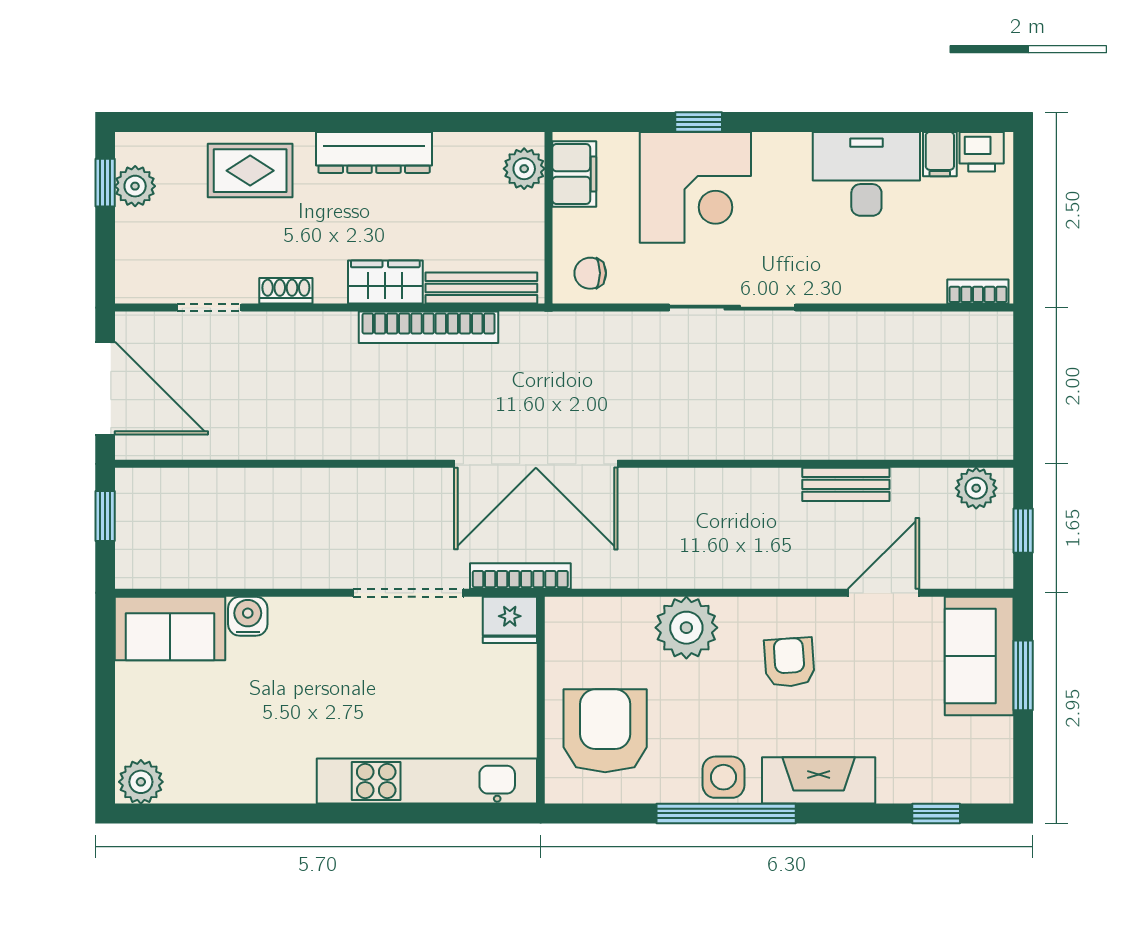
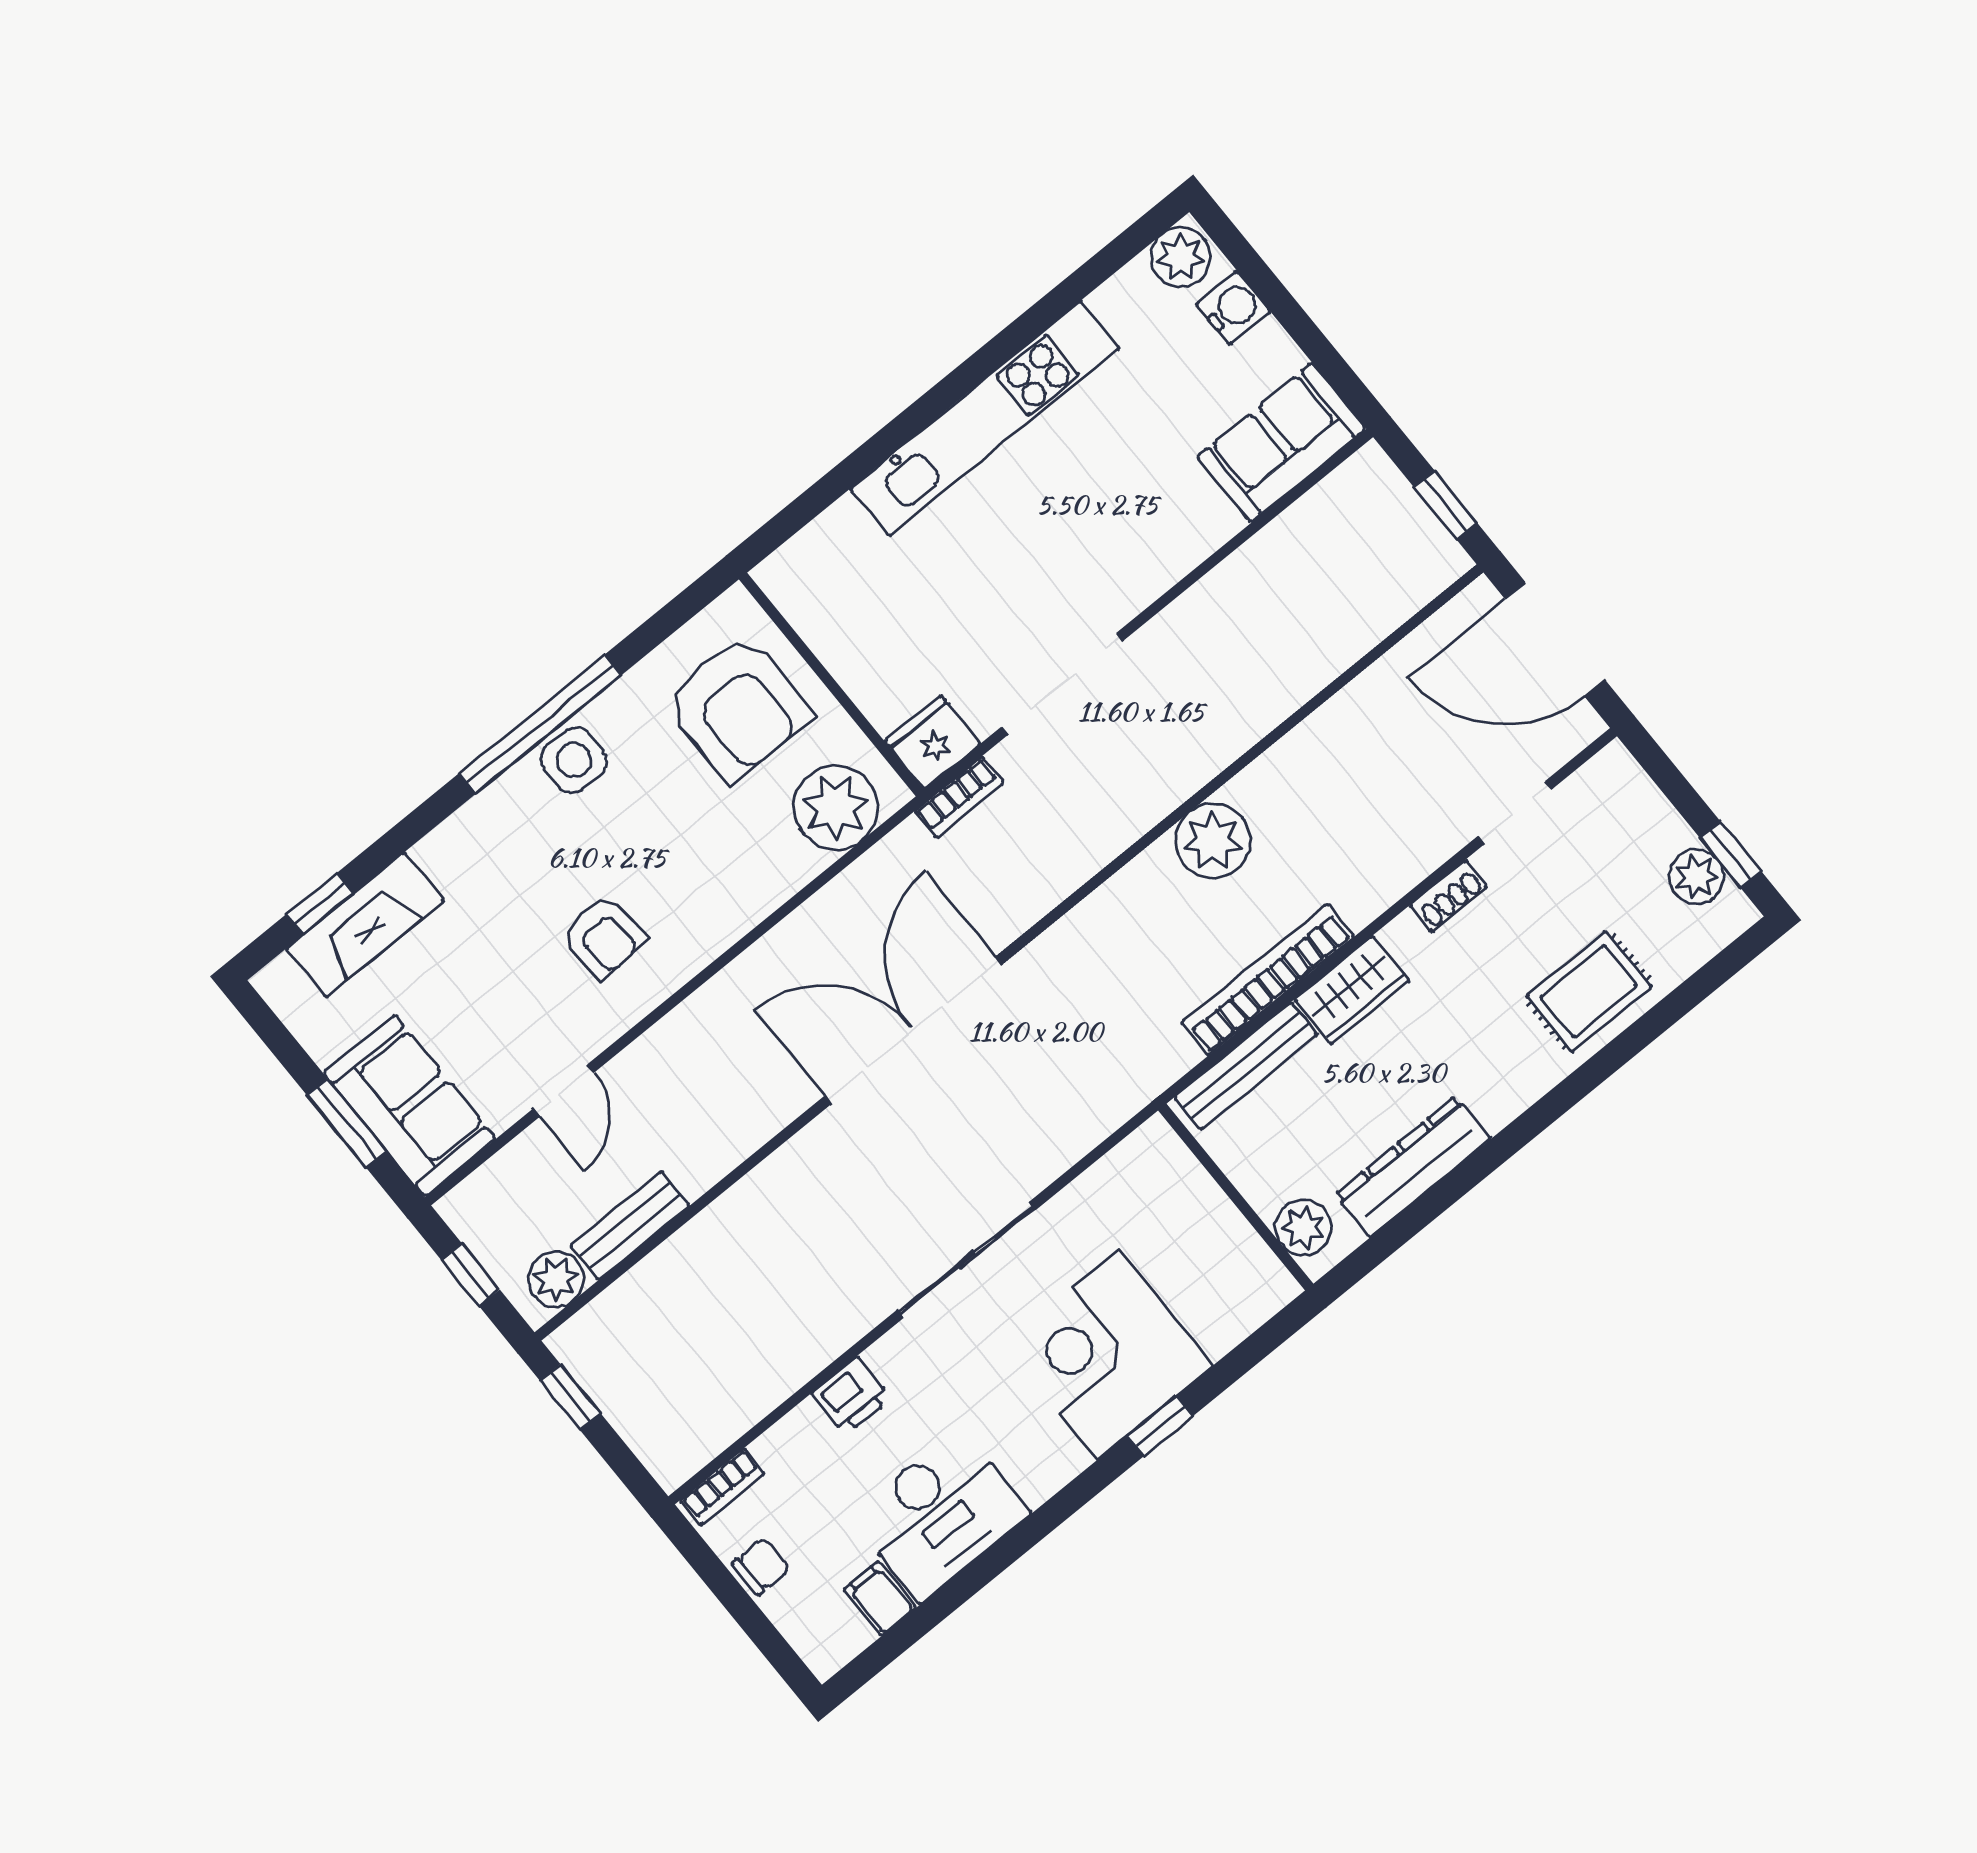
dresser: (374, 152) -> (1413, 1167), moved
printer: (982, 152) -> (851, 1395), moved, turned 180
filing cabinet: (574, 174) -> (1246, 1265), removed
chair: (590, 273) -> (761, 1566), moved
window: (1023, 414) -> (570, 1397), added
plant: (395, 432) -> (1213, 841), added
double door: (536, 464) -> (914, 1030), moved
bench: (846, 484) -> (630, 1226), moved
bookcase: (520, 576) -> (959, 797), width x0.64
door: (884, 593) -> (564, 1090), width x0.73
water cooler: (248, 616) -> (1233, 308), moved, turned -90
plant: (686, 628) -> (836, 808), moved
fireplace: (819, 780) -> (365, 925), moved
kitchen unit: (427, 781) -> (985, 418), moved

